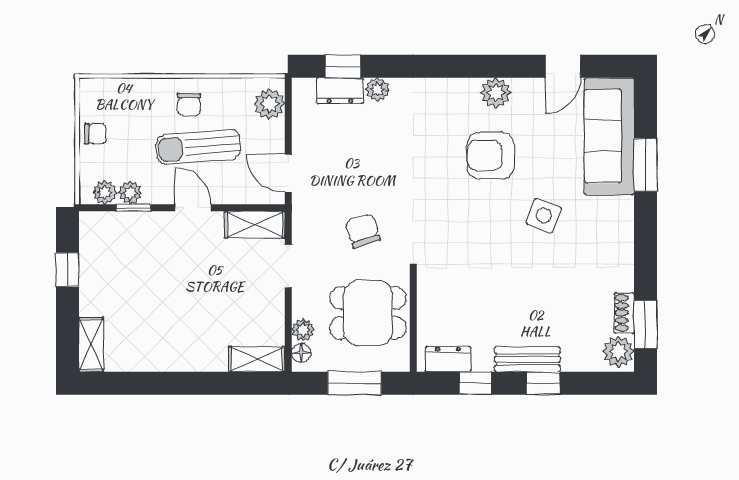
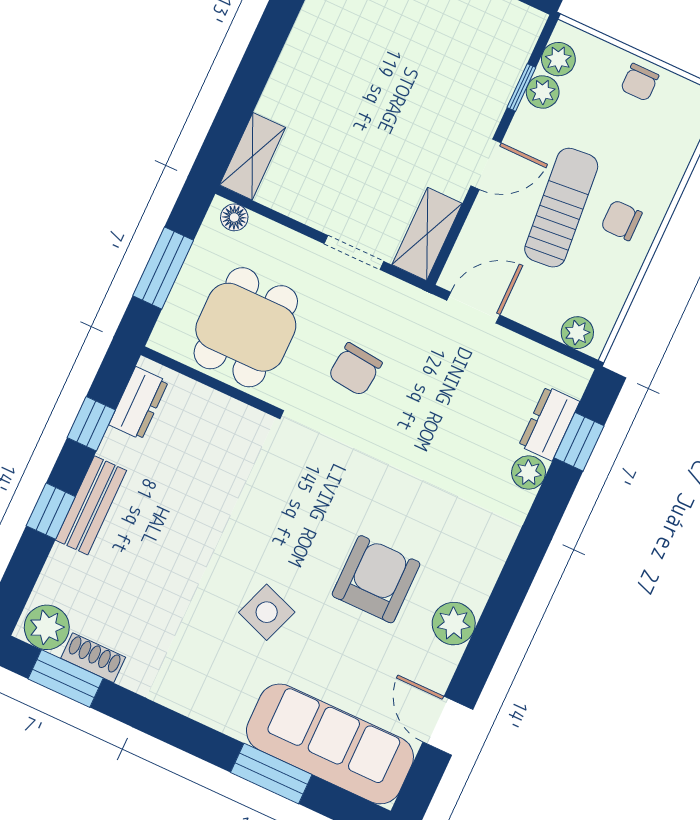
plant: (269, 104) -> (577, 333), width x0.73, depth x0.73
chair: (363, 231) -> (355, 369), turned 114
plant: (303, 330) -> (263, 233), removed

